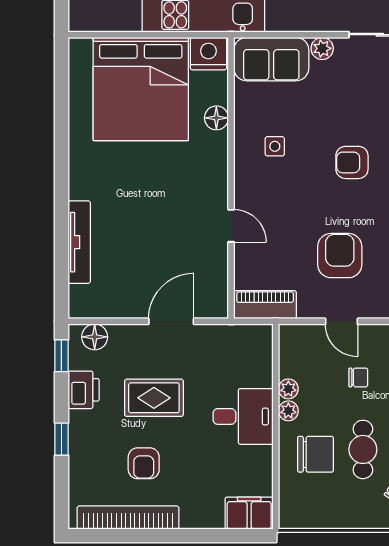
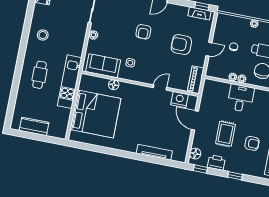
nightstand: (208, 54) -> (179, 100), moved, turned 90
sofa: (271, 59) -> (103, 66), moved, turned -90

